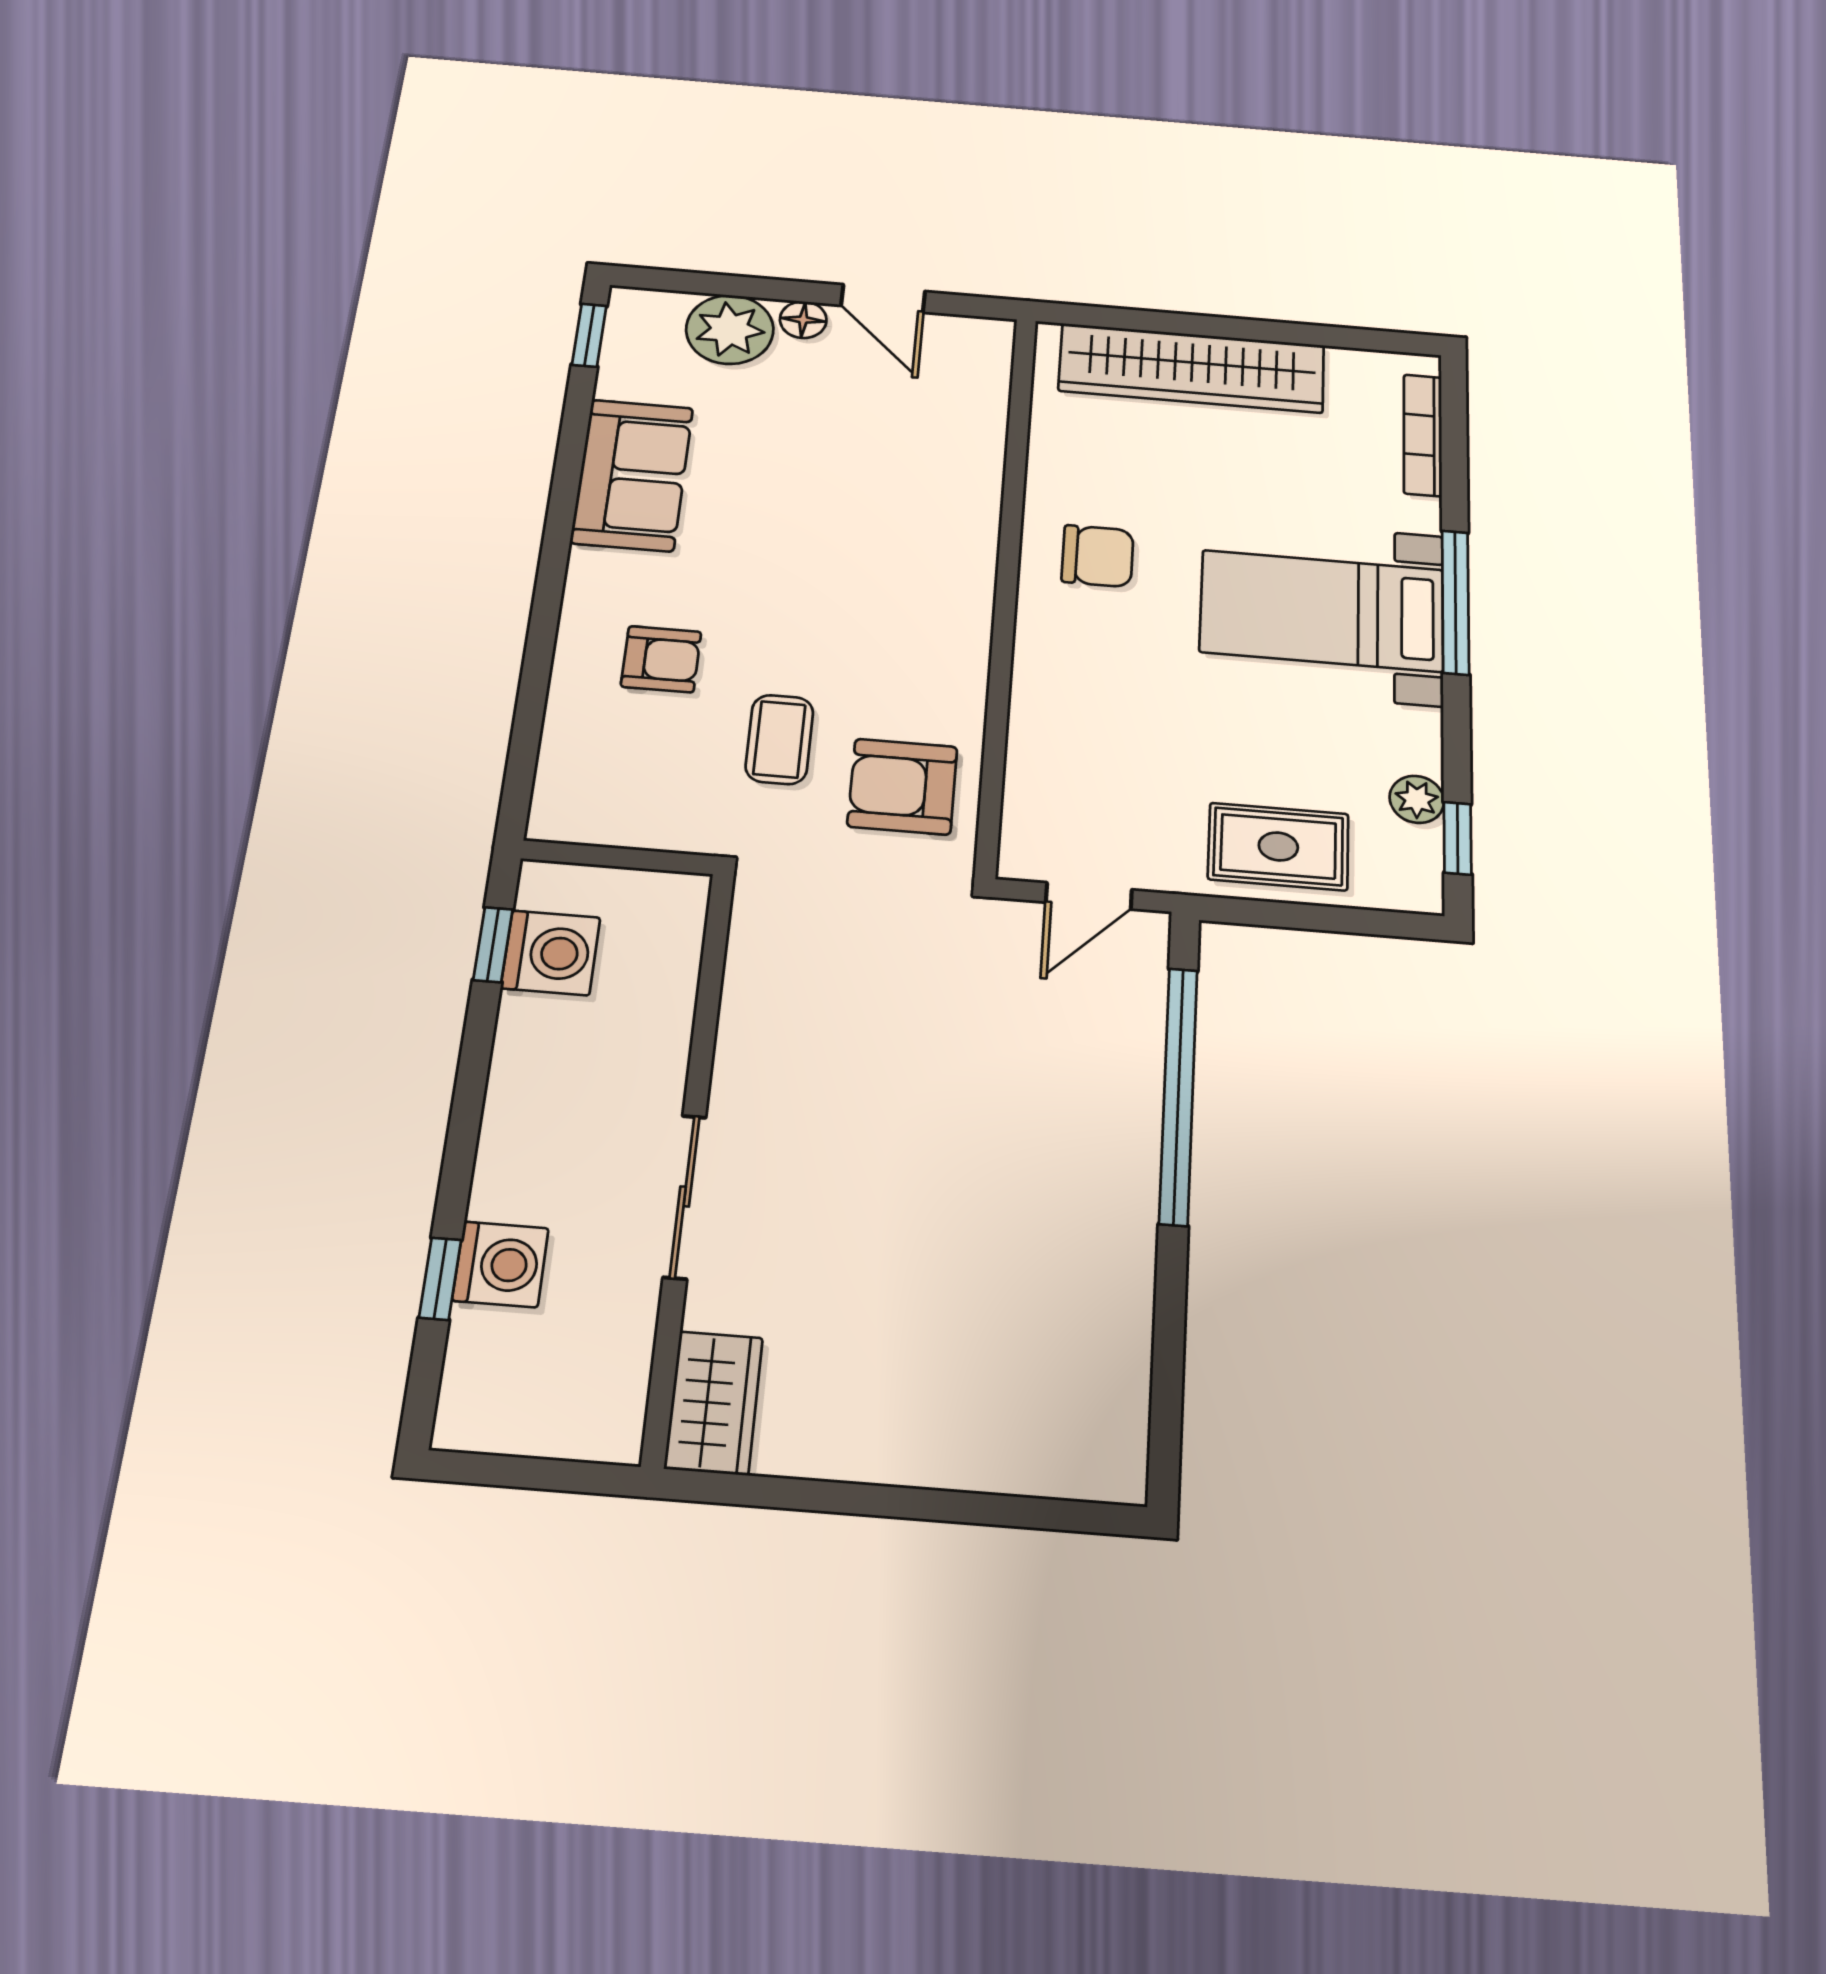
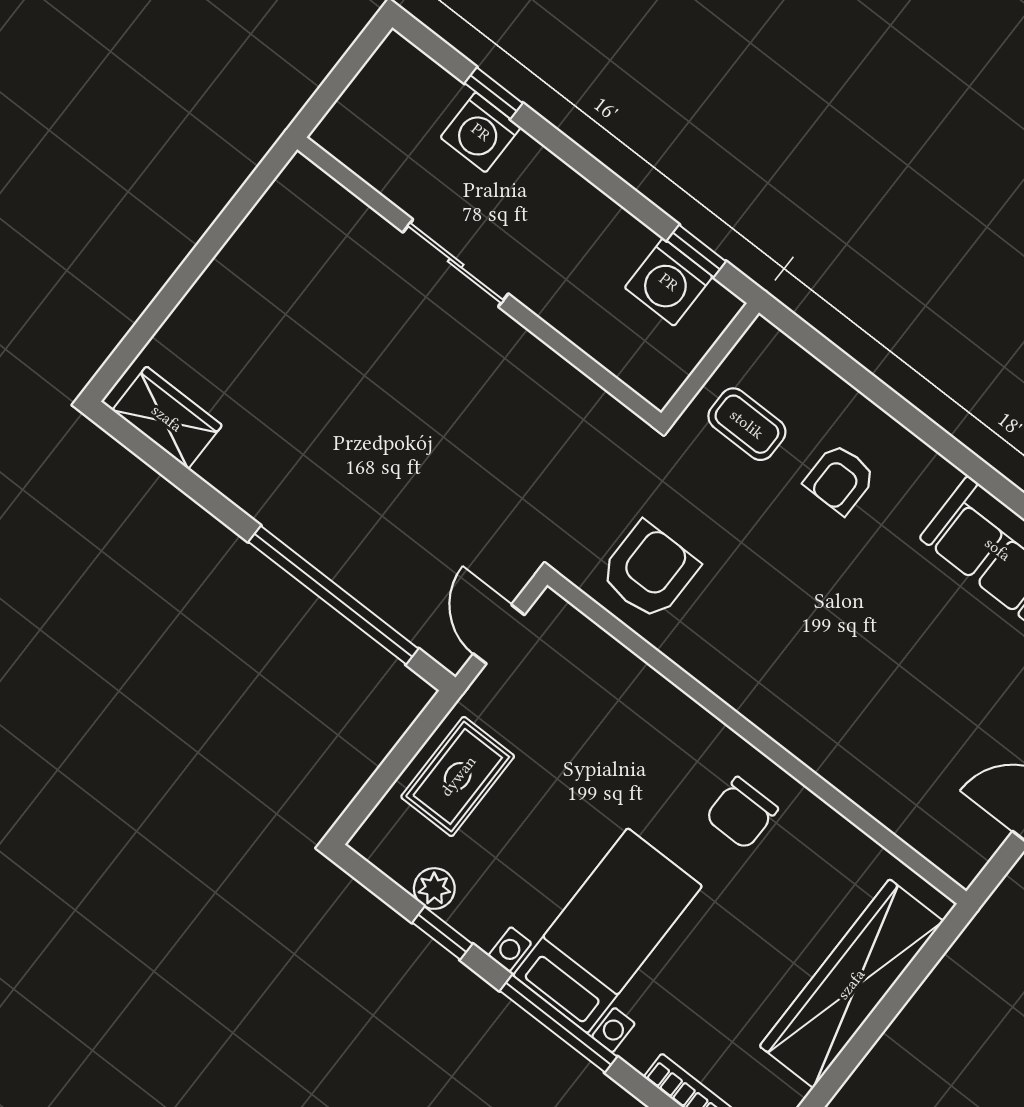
coffee table: (779, 739) -> (747, 424), moved
window: (1458, 838) -> (442, 933), moved
wardrobe: (714, 1403) -> (167, 418), moved, turned 180

